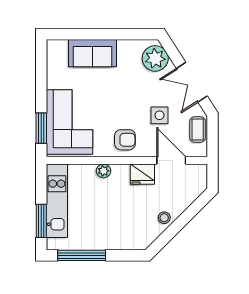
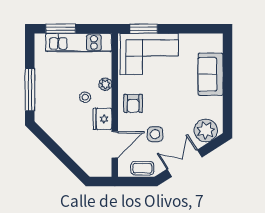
stool: (164, 218) -> (85, 97), moved
window: (82, 255) -> (30, 90), moved

